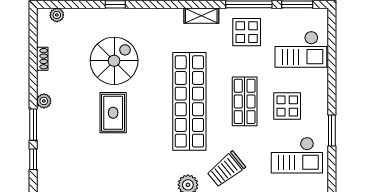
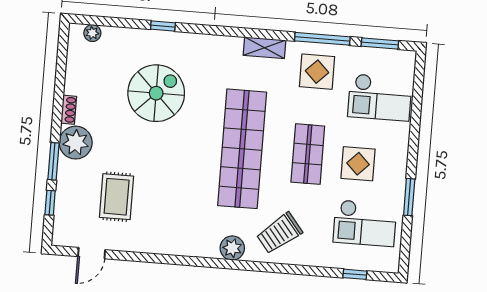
shoe rack: (42, 59) -> (69, 110), moved
plant: (44, 101) -> (76, 143), width x1.87, depth x1.87
rug: (113, 113) -> (117, 197), moved

